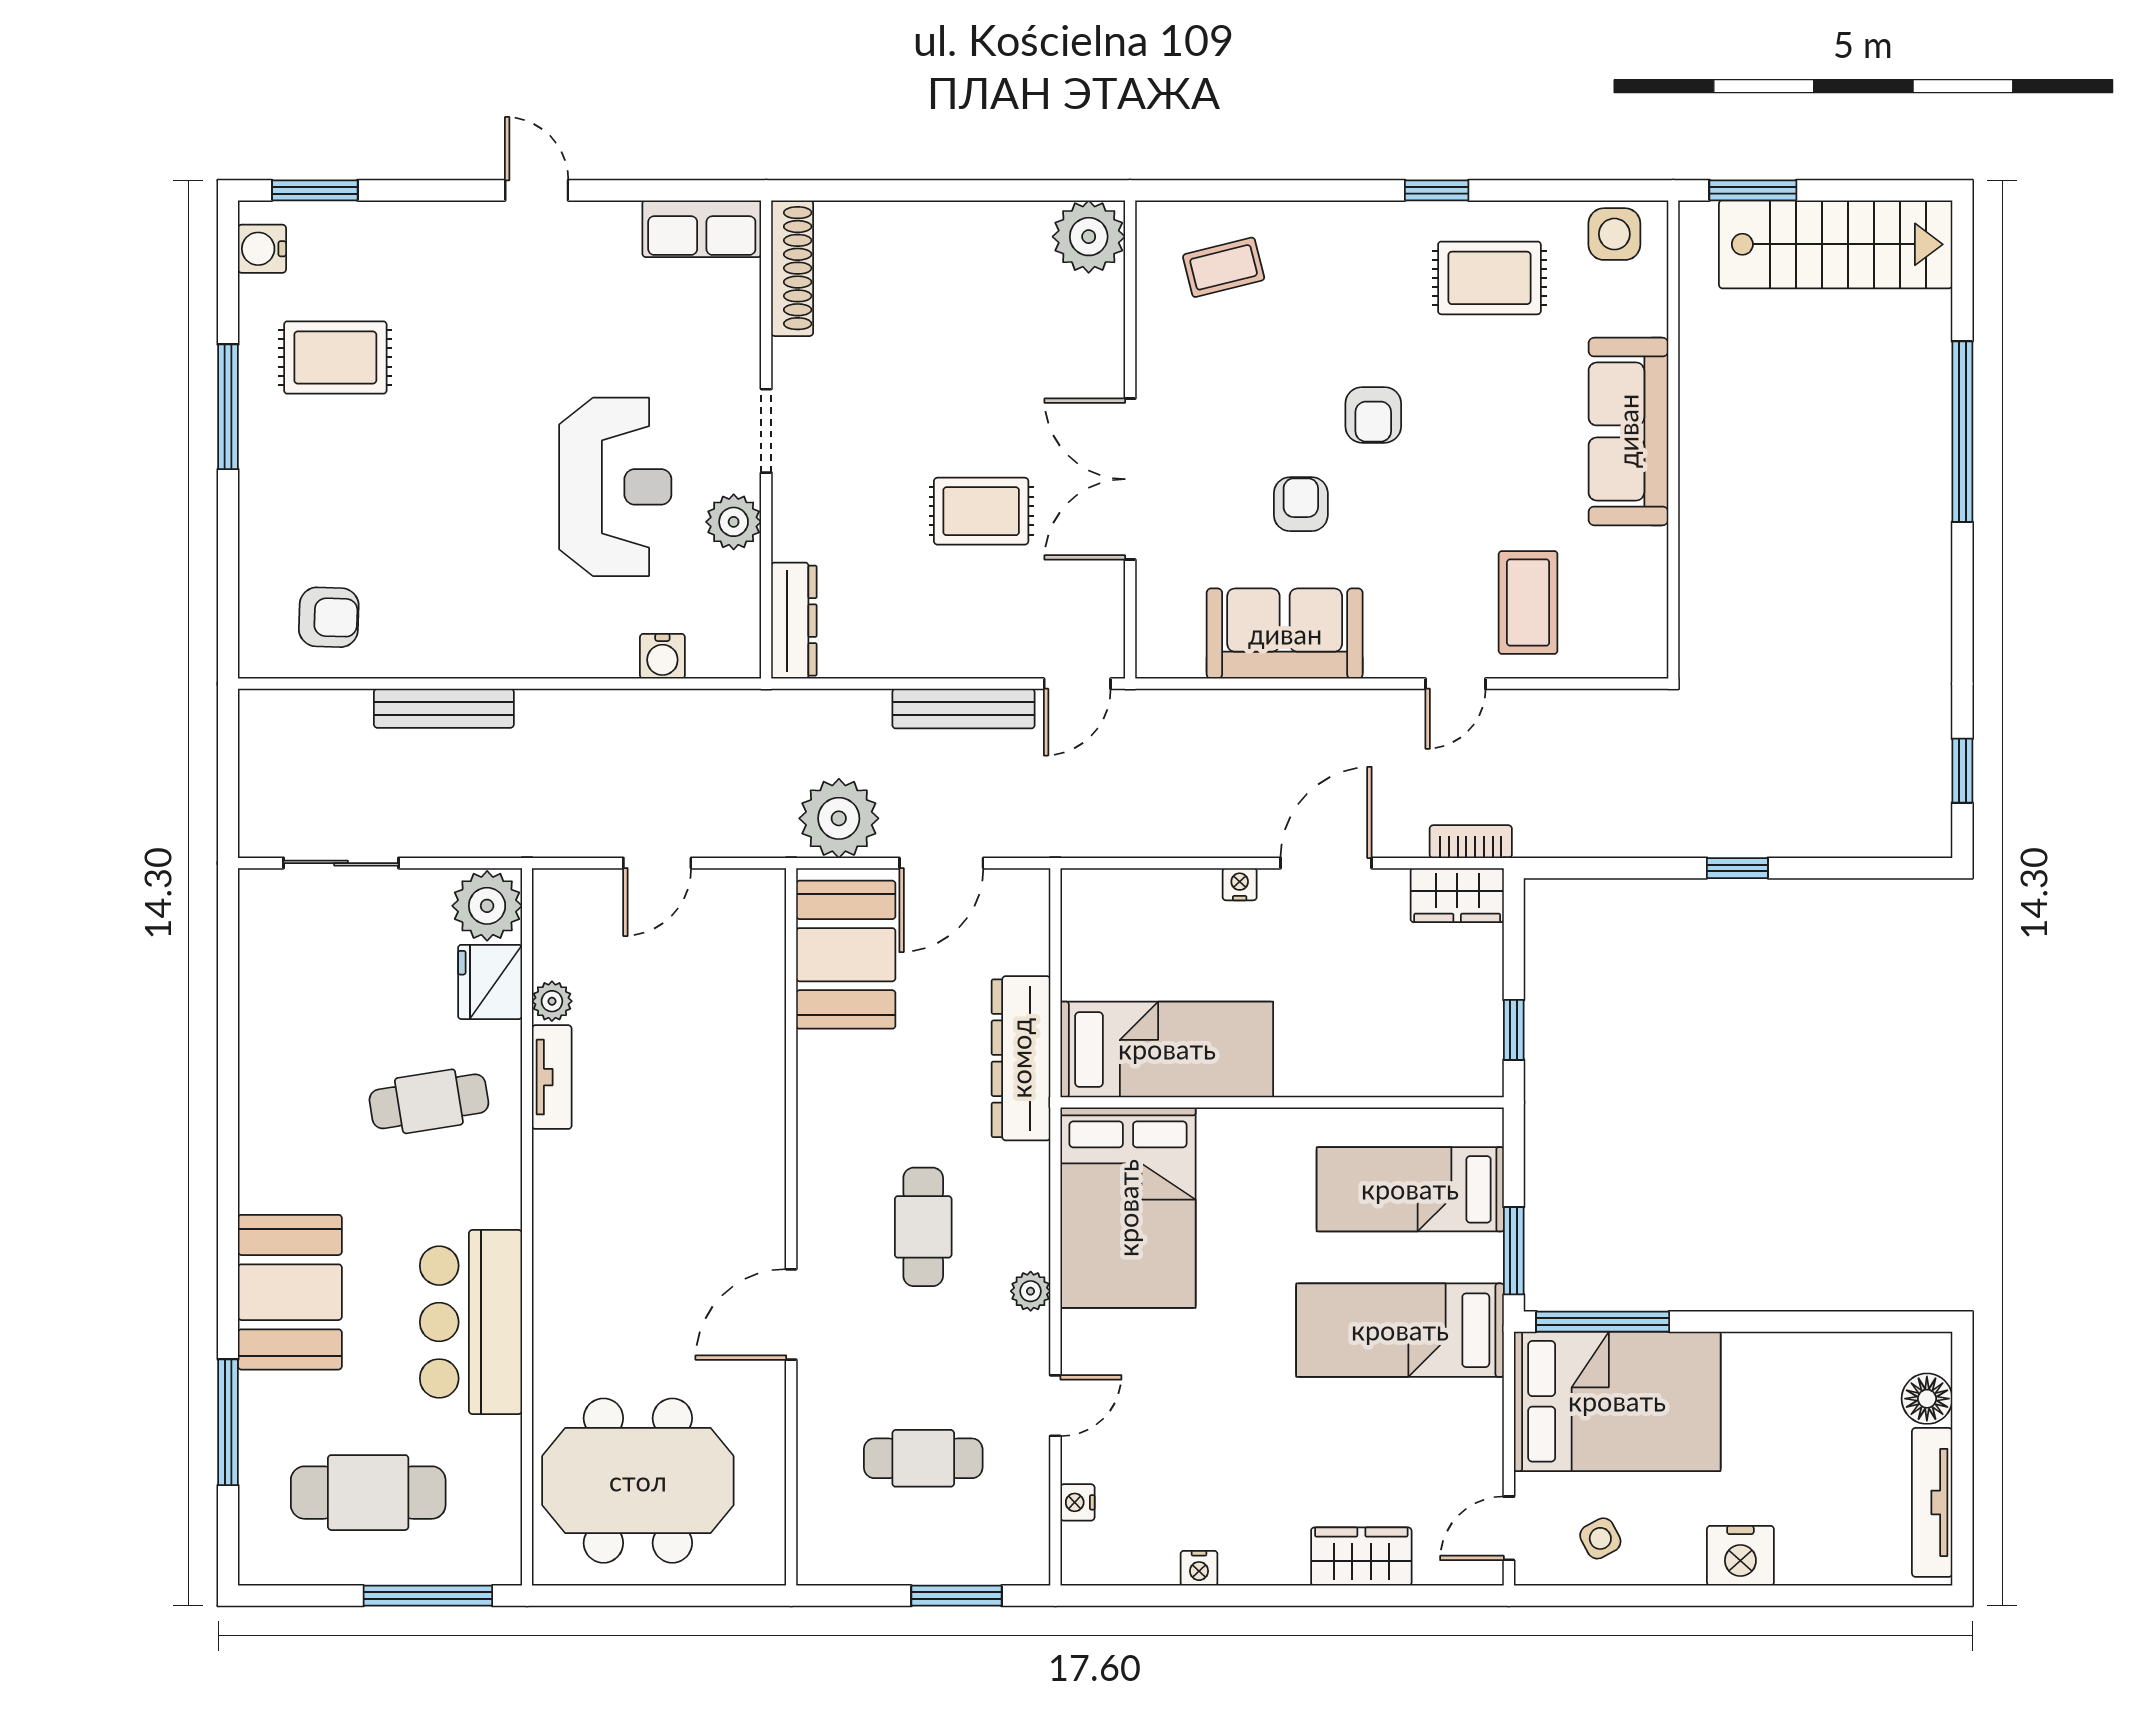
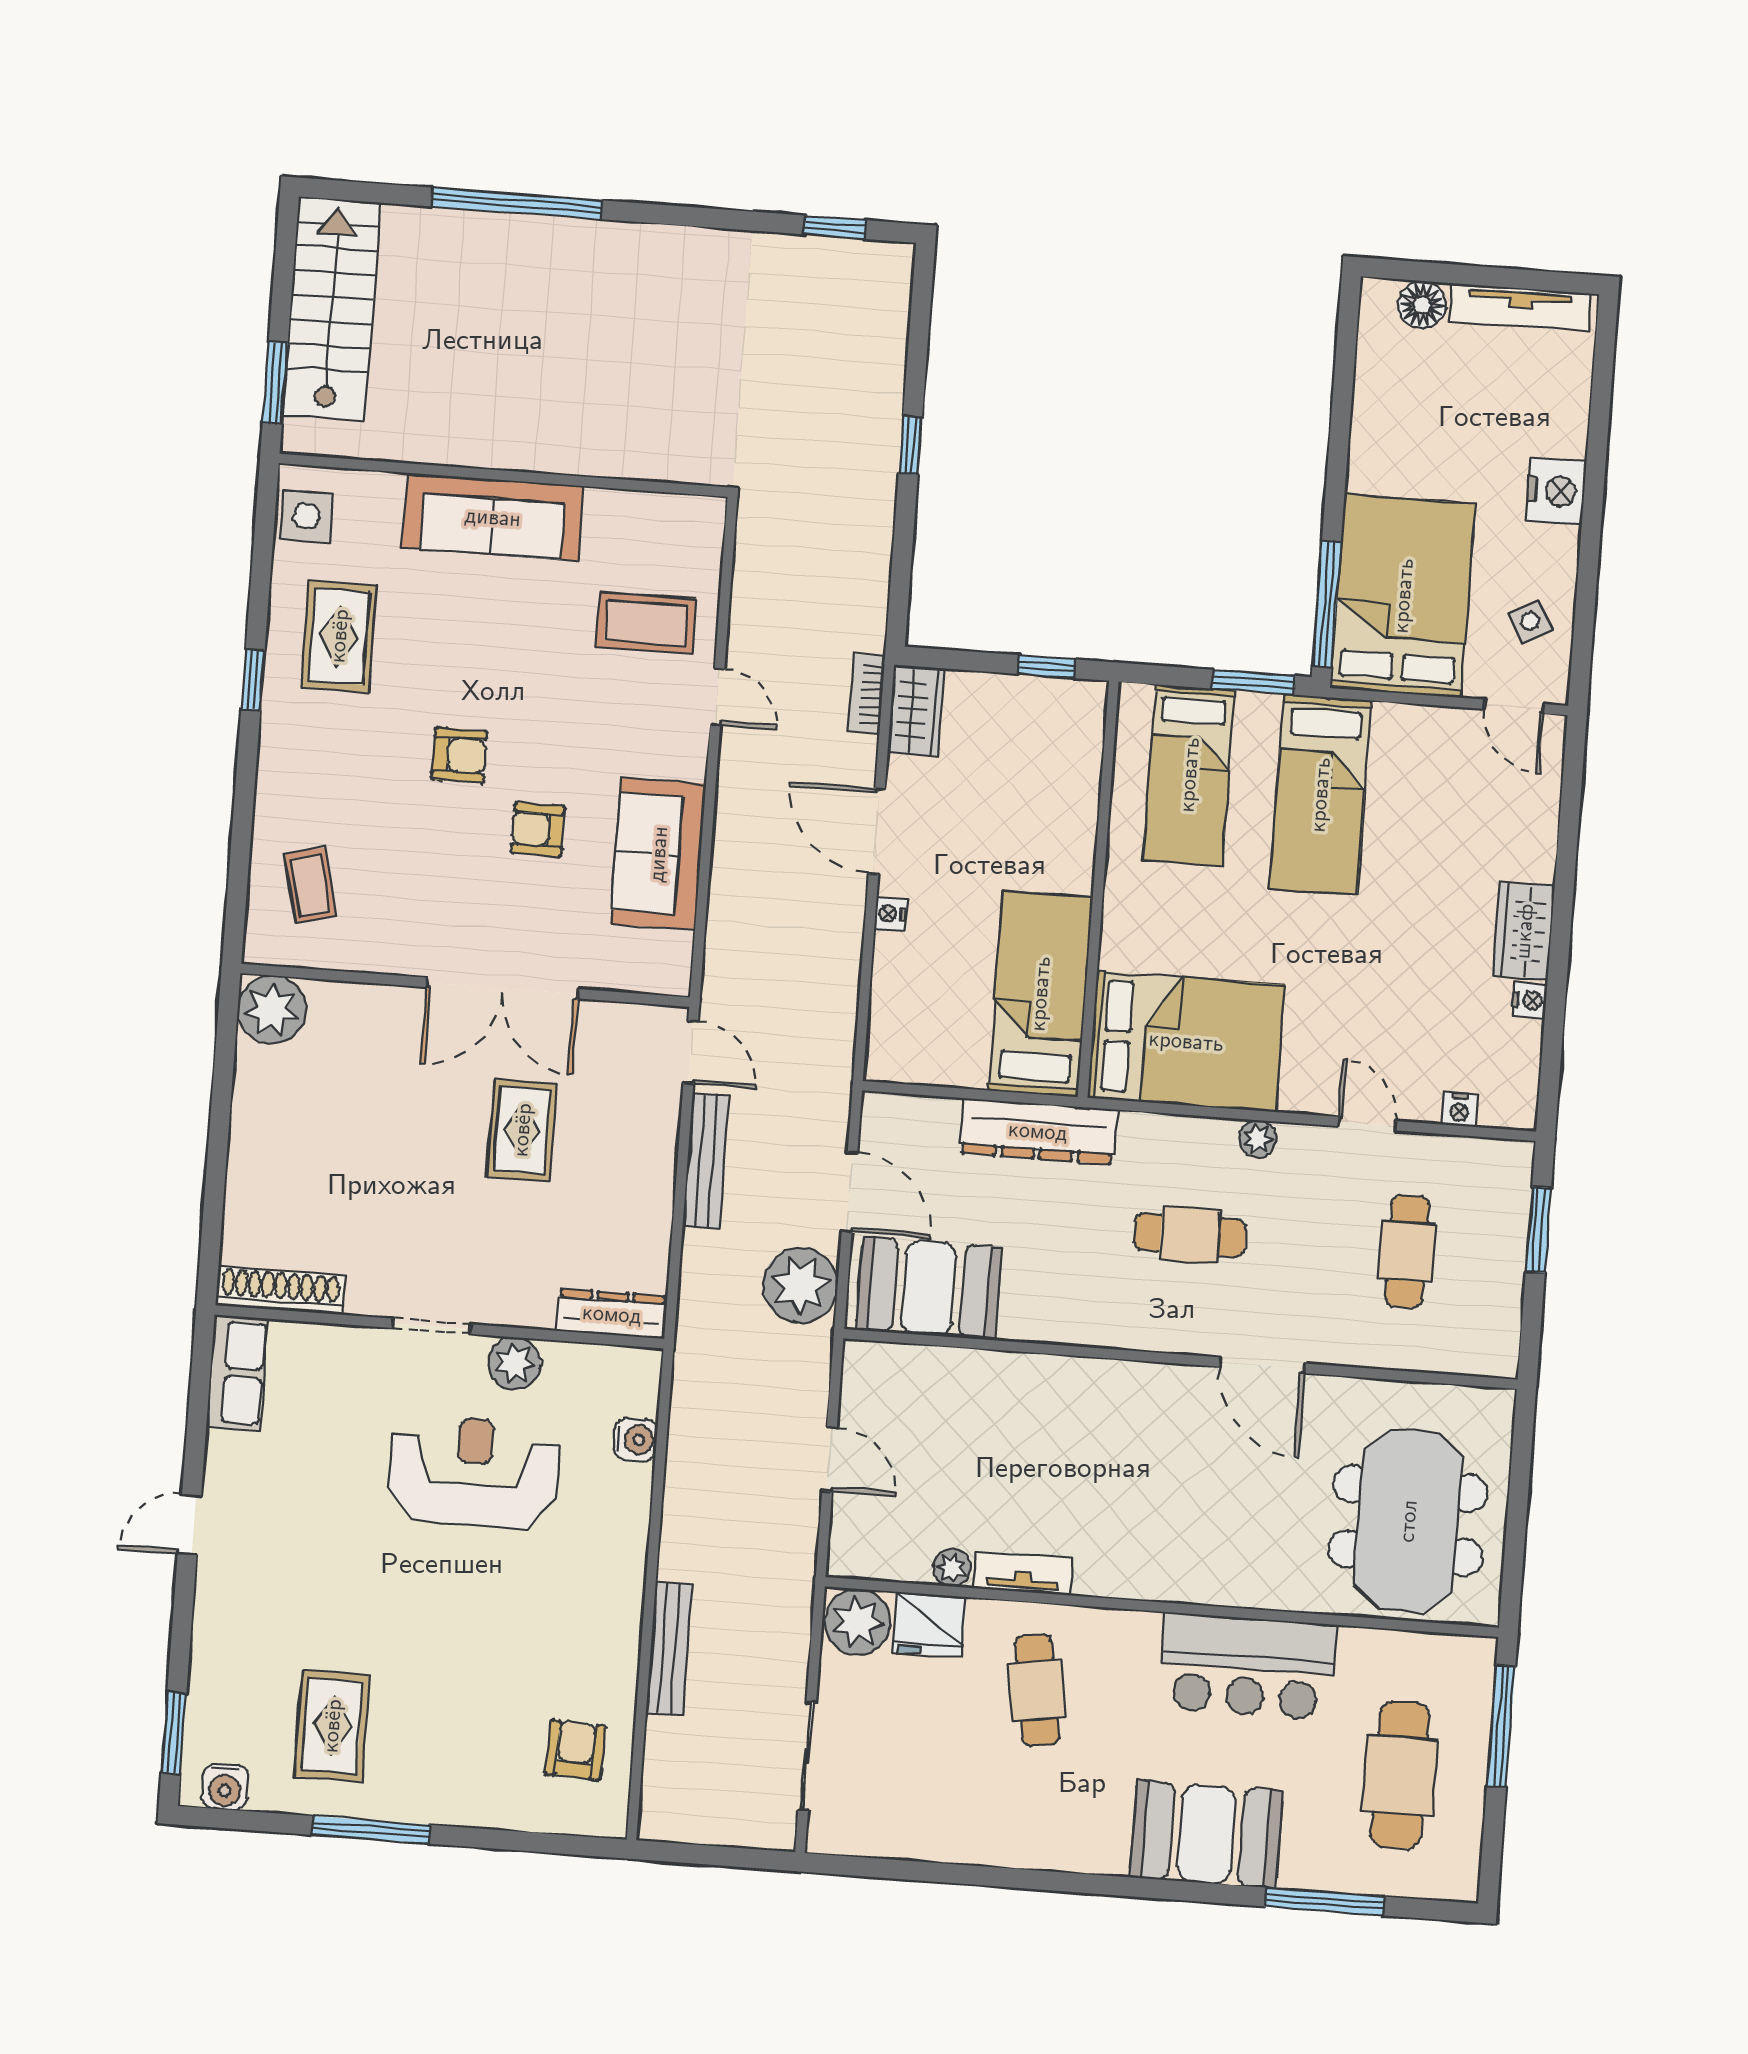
wardrobe: (1361, 1557) -> (1524, 931), moved

